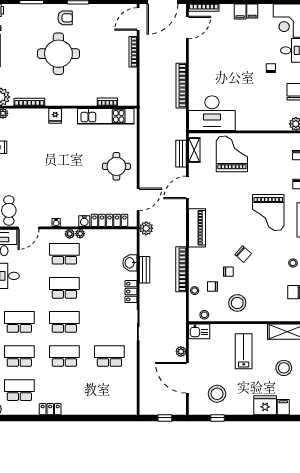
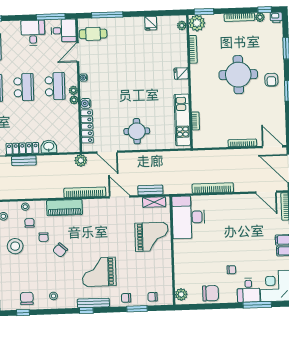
door: (28, 228) -> (78, 52), hinge flipped
piano: (197, 228) -> (64, 208), moved
bookcase: (181, 269) -> (85, 192), moved
bench: (145, 270) -> (24, 161), moved
locker: (131, 292) -> (22, 148), width x1.53

